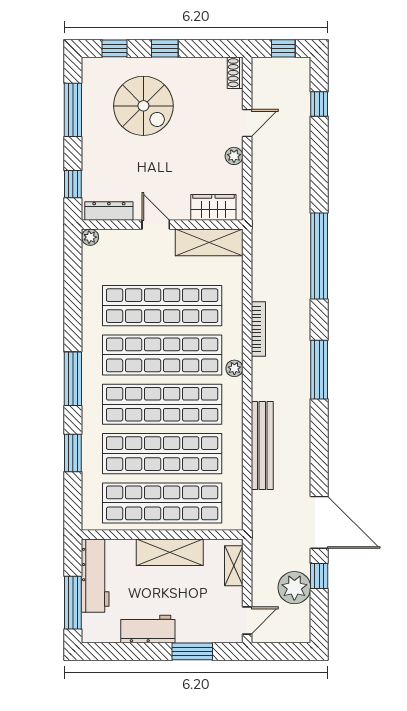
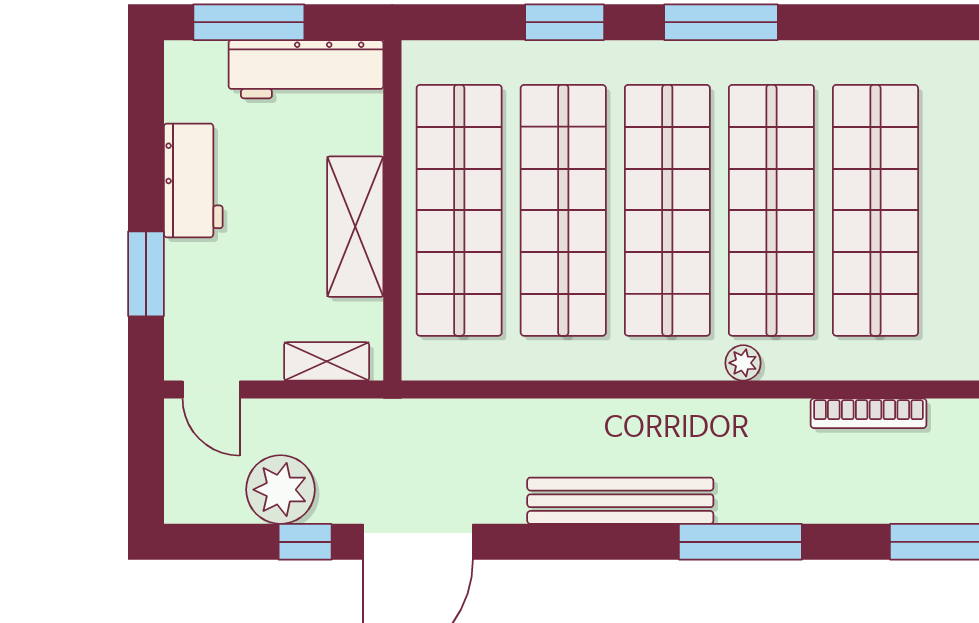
bookcase: (258, 329) -> (869, 413), moved
bench: (262, 445) -> (620, 501), moved

